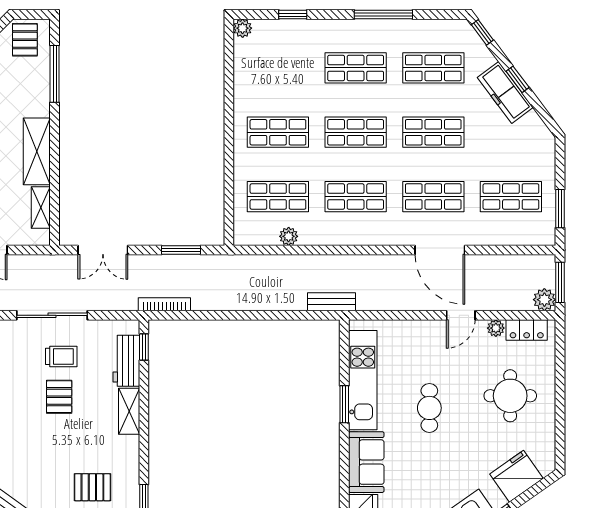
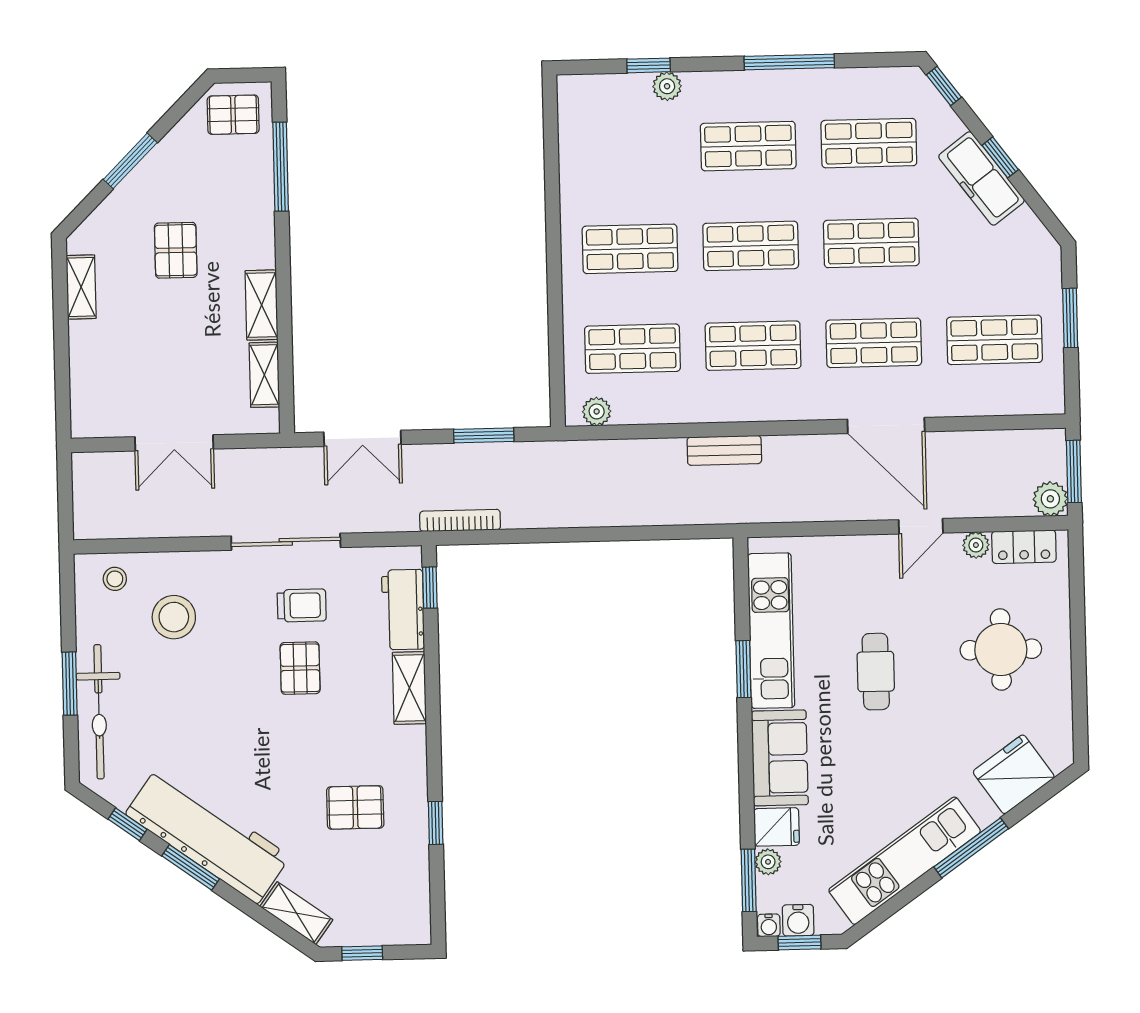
plant: (243, 28) -> (667, 86), moved
pallet: (25, 40) -> (233, 115), turned 90
shelving: (37, 151) -> (262, 305), width x0.67, depth x0.75
window: (560, 209) -> (1070, 318), moved
plant: (289, 236) -> (597, 411), moved
bench: (331, 302) -> (724, 450), moved

